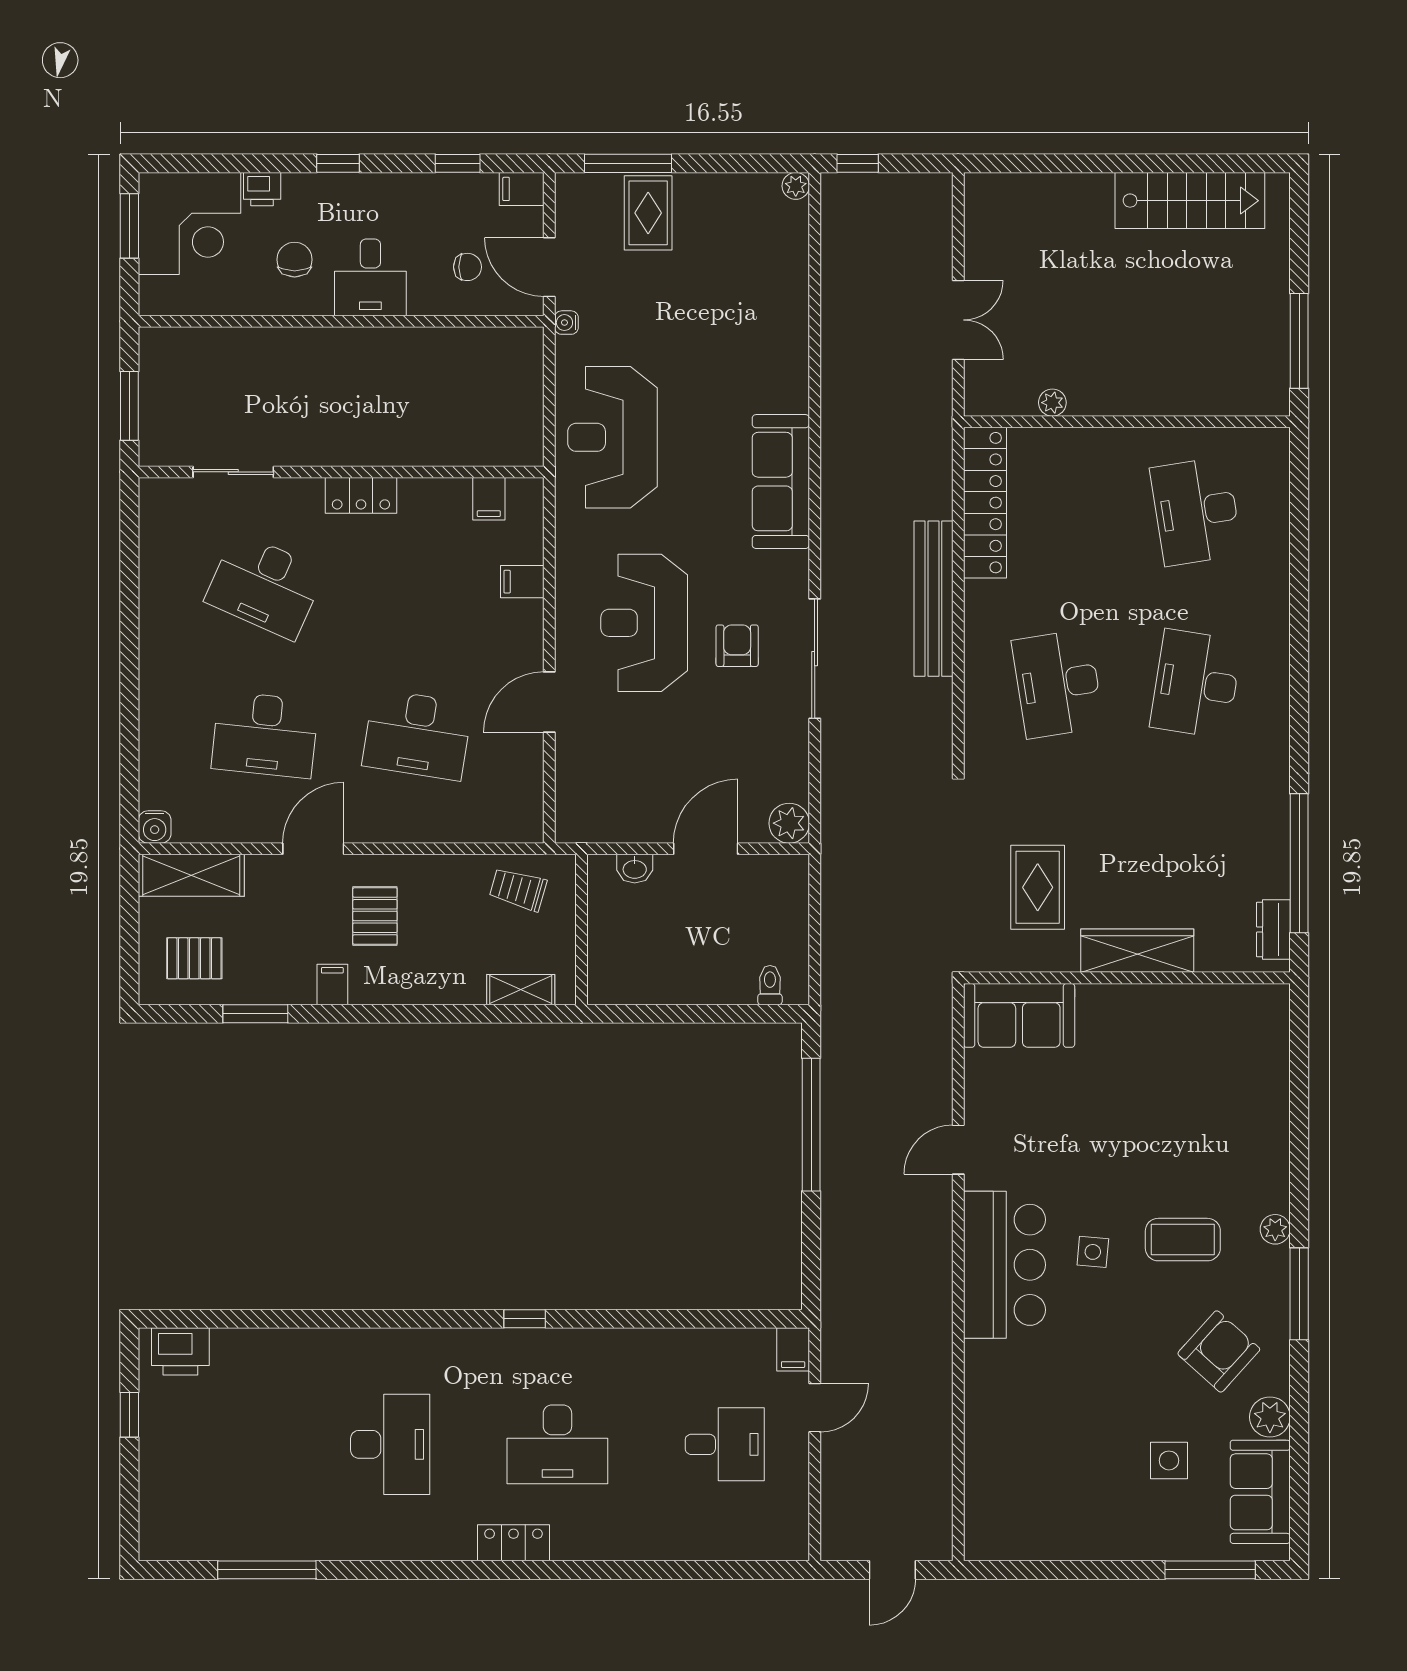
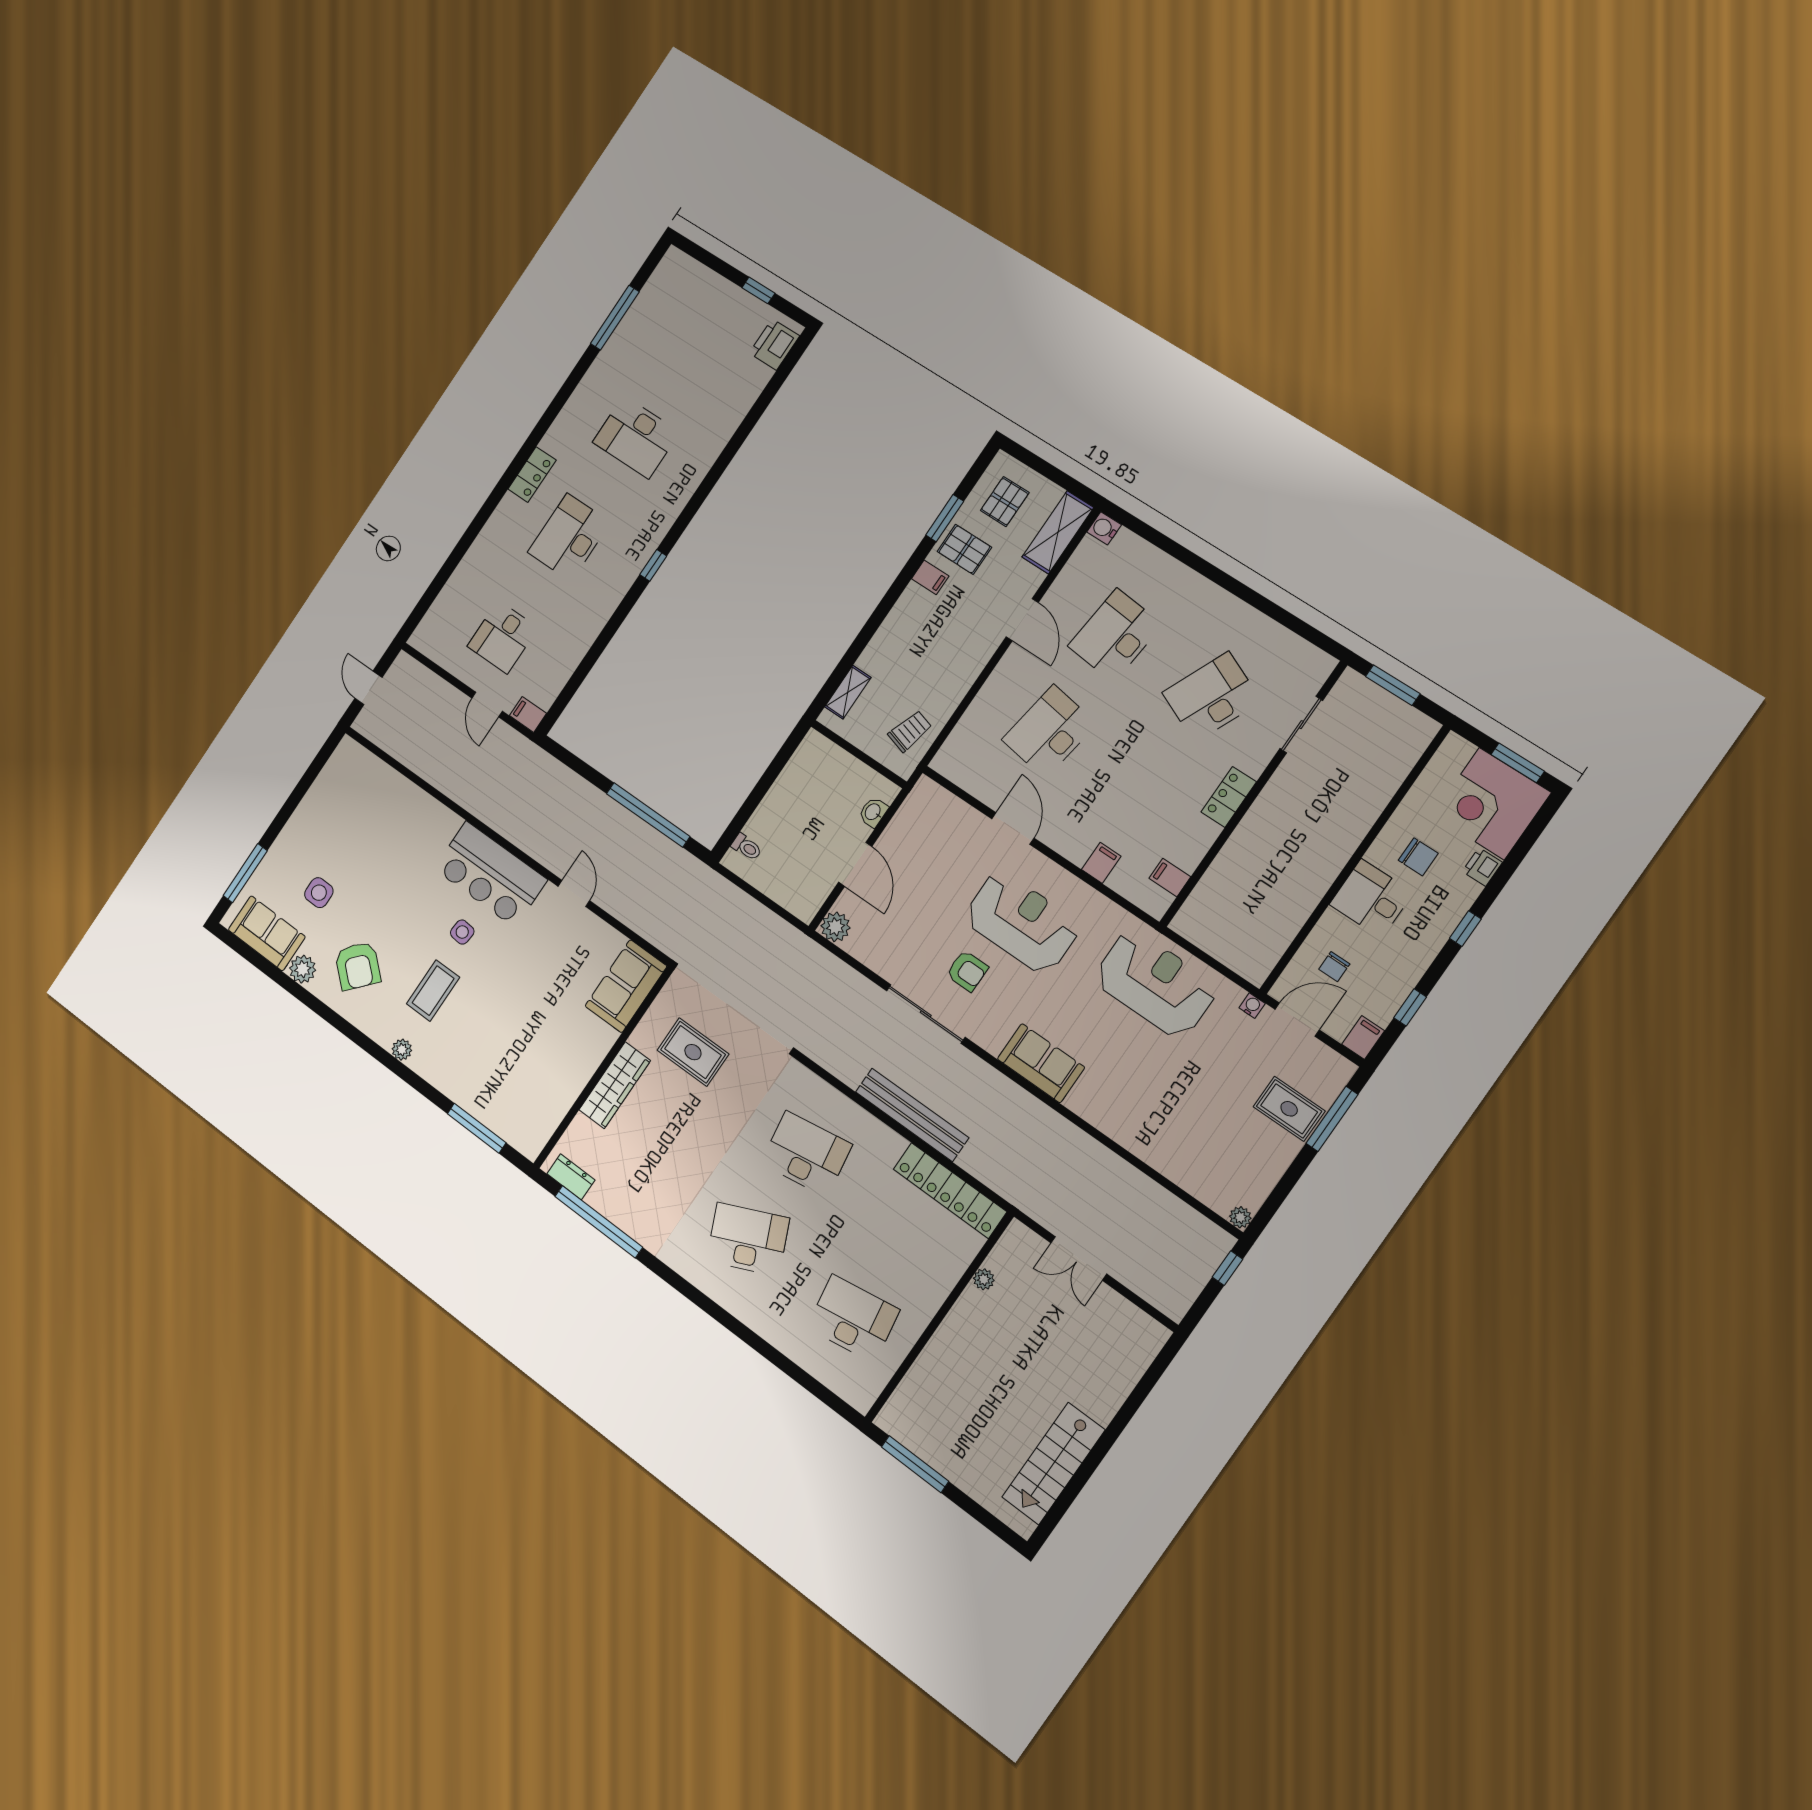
sofa: (781, 482) -> (1041, 1063), width x0.73
desk: (1196, 684) -> (748, 1239), turned -33
pallet: (375, 916) -> (964, 549), moved
window: (1299, 1294) -> (477, 1128), moved

